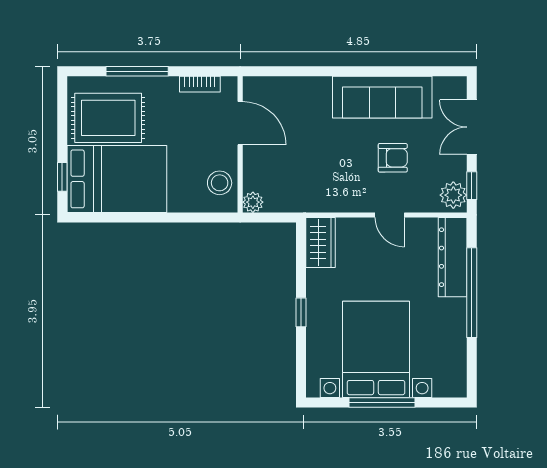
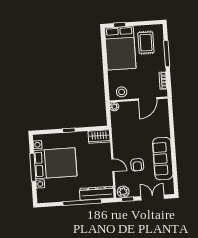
rug: (108, 118) -> (146, 43), width x0.73, depth x0.70
door: (390, 215) -> (113, 165), swing flipped

